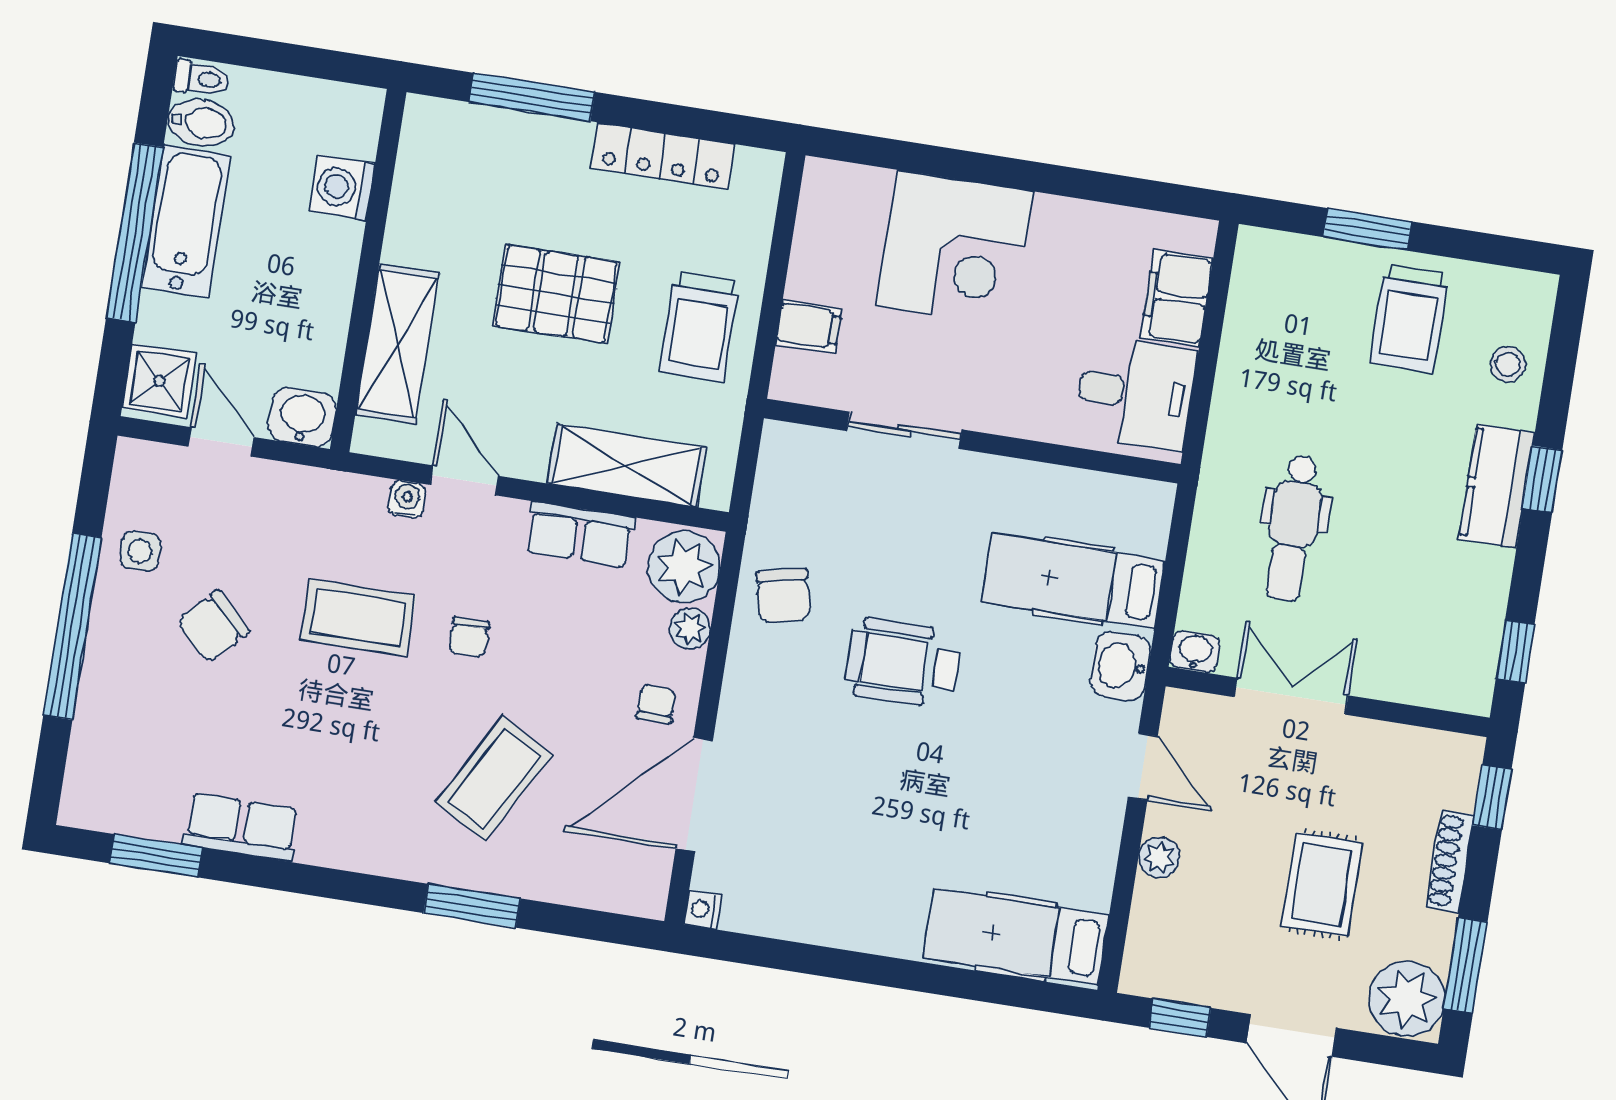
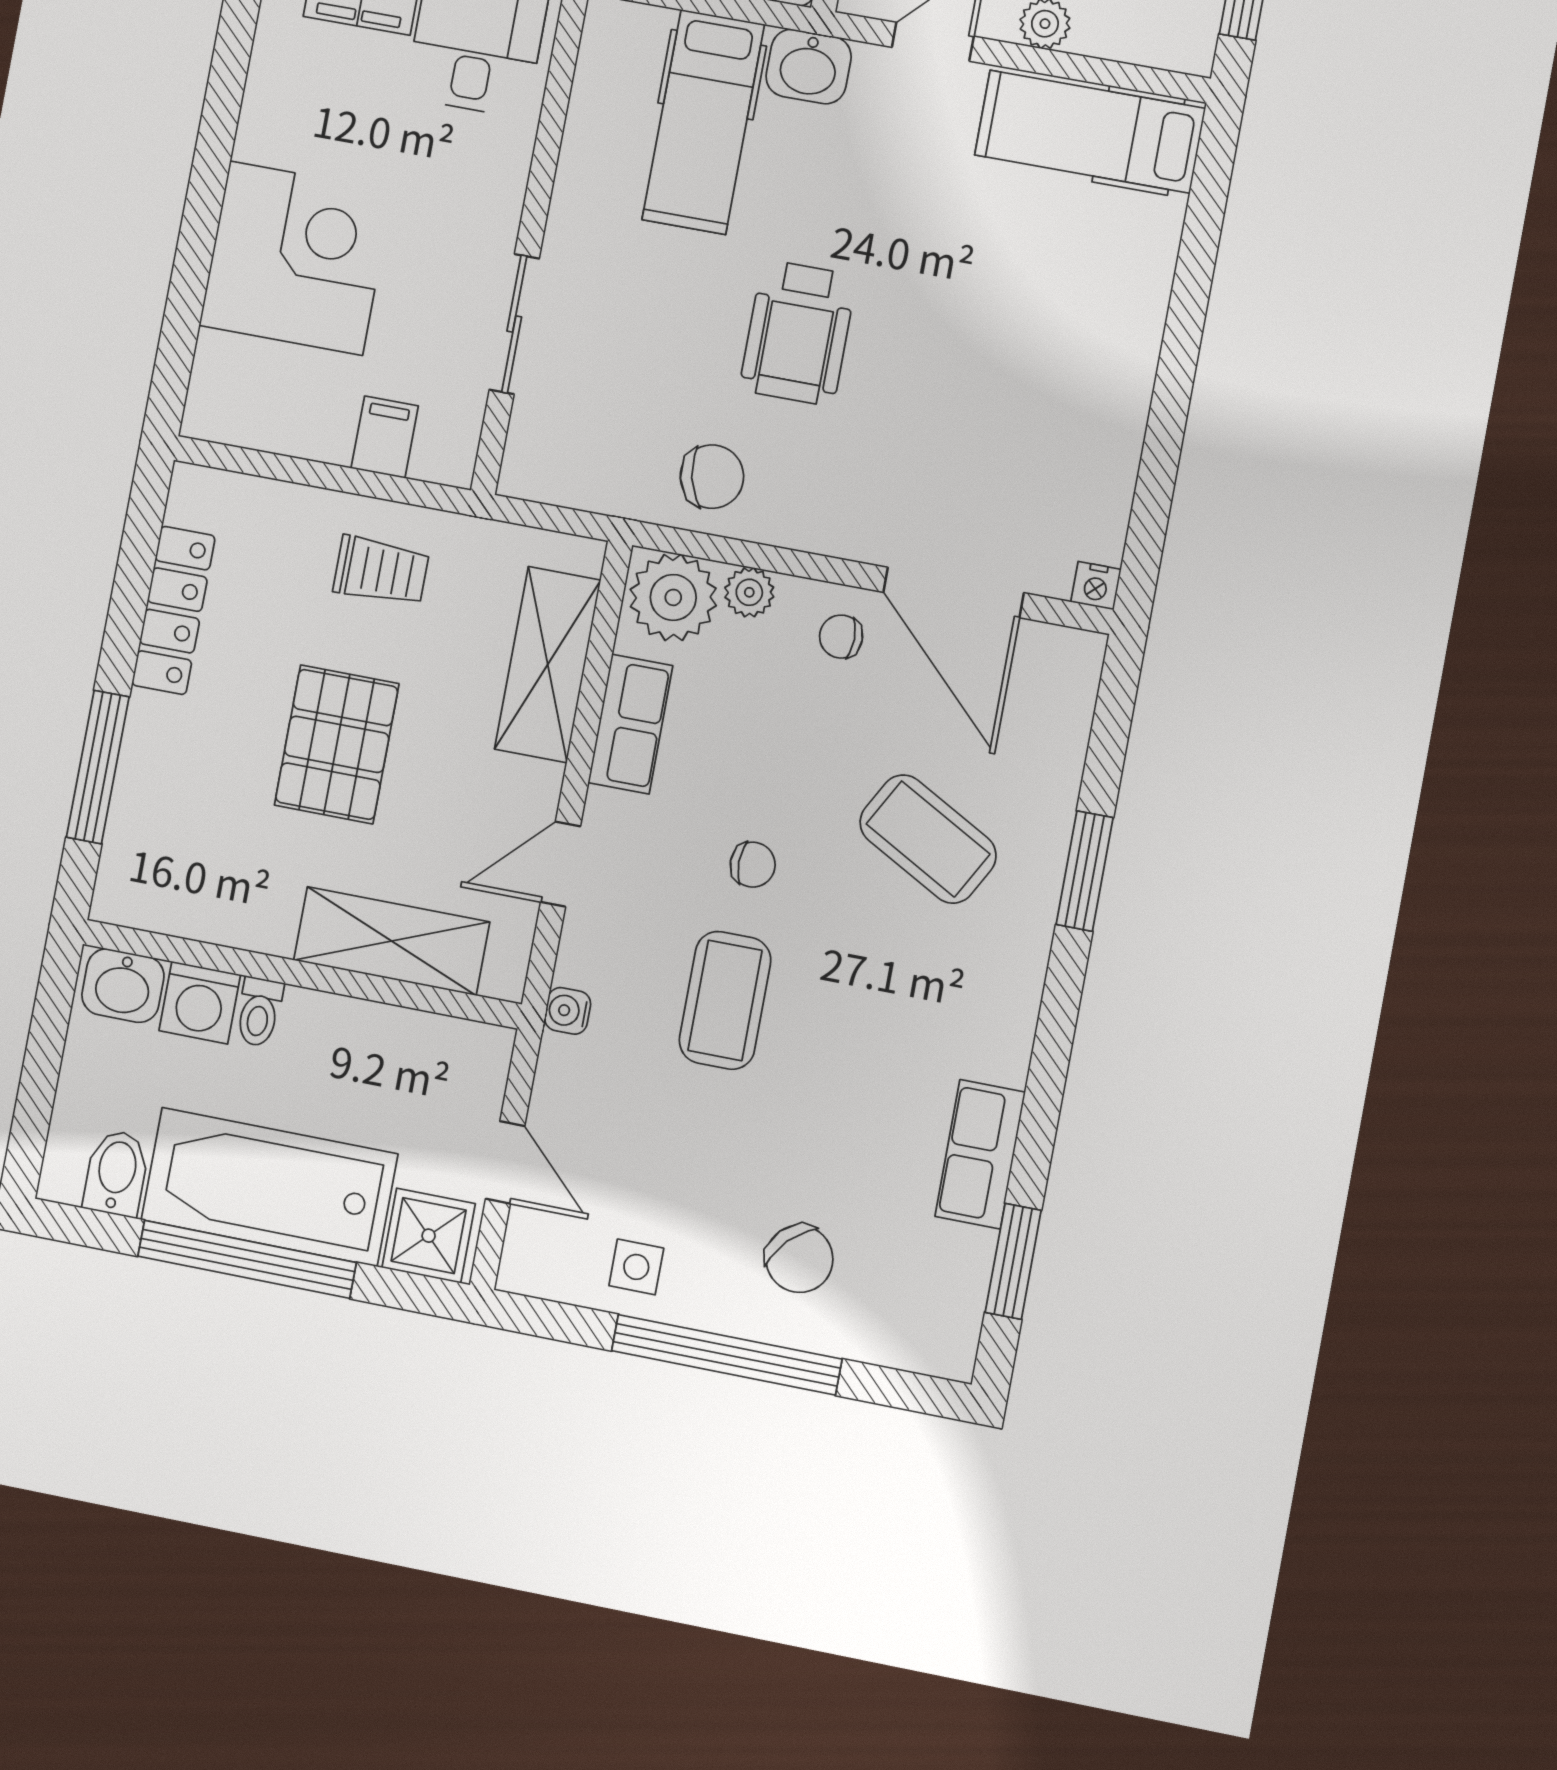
toilet: (201, 79) -> (259, 1012), moved, turned 180
bathtub: (186, 221) -> (269, 1187), width x1.36, depth x1.36
trolley: (699, 326) -> (381, 571), width x0.73, depth x0.72
washbasin: (302, 417) -> (123, 986), moved, turned -90
door: (221, 442) -> (505, 1162), swing flipped
water cooler: (407, 499) -> (568, 1011), moved
chair: (213, 626) -> (799, 1259), moved
hospital bed: (1016, 936) -> (1090, 132), moved, turned 90

